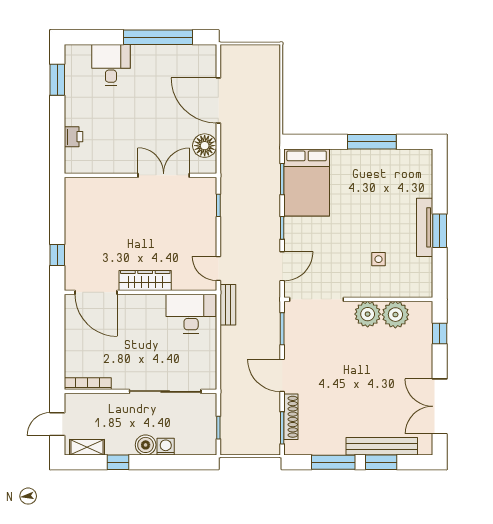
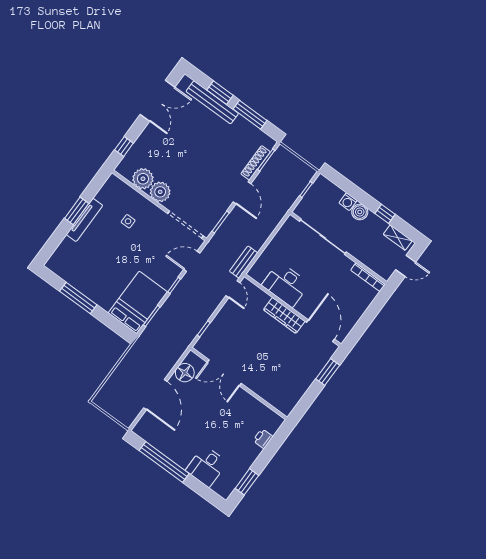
window: (57, 255) -> (328, 372), width x1.50
desk: (191, 314) -> (286, 284), moved

